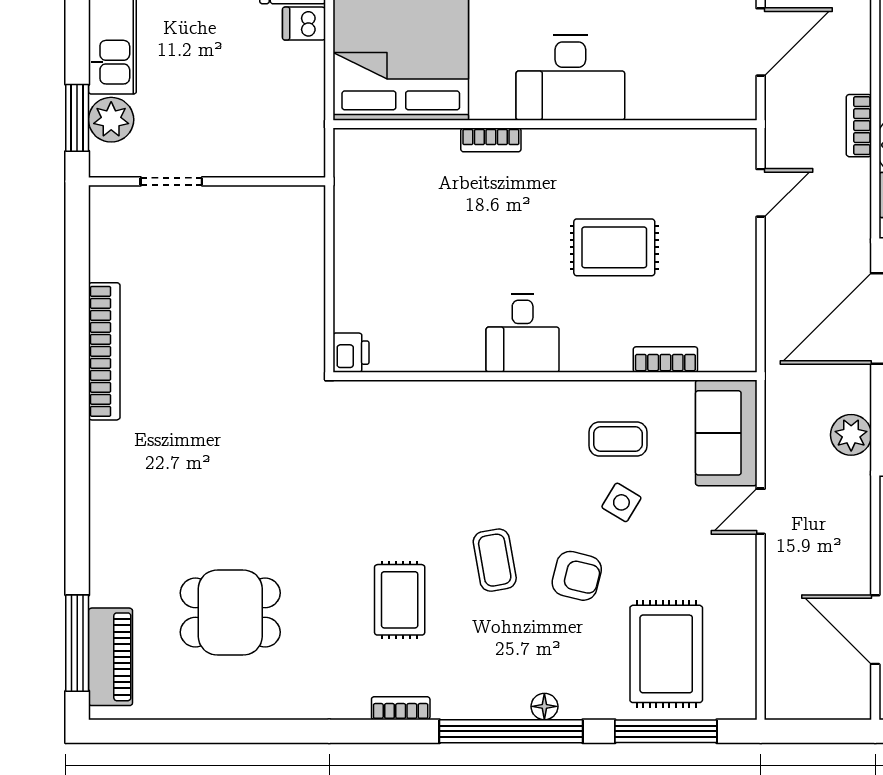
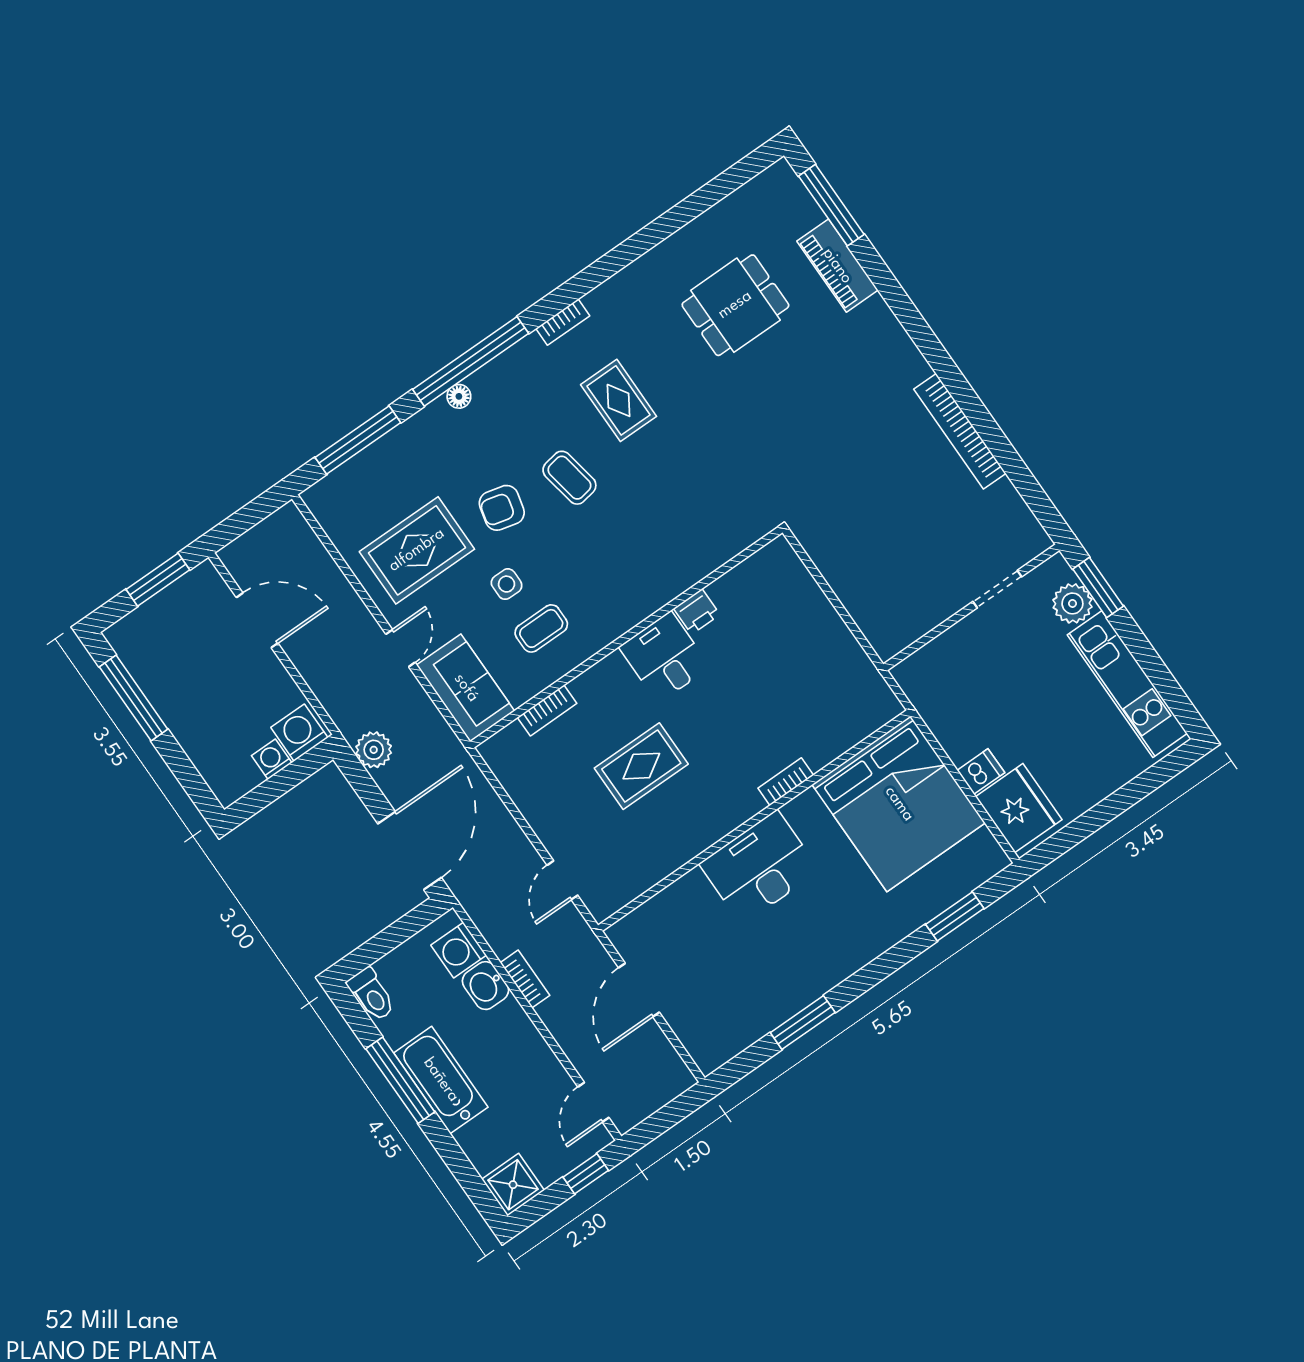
printer: (351, 353) -> (697, 612), moved, turned -90
side table: (621, 502) -> (507, 584), turned -31
rug: (666, 654) -> (417, 550), moved, turned 90
piano: (110, 657) -> (837, 266), moved

